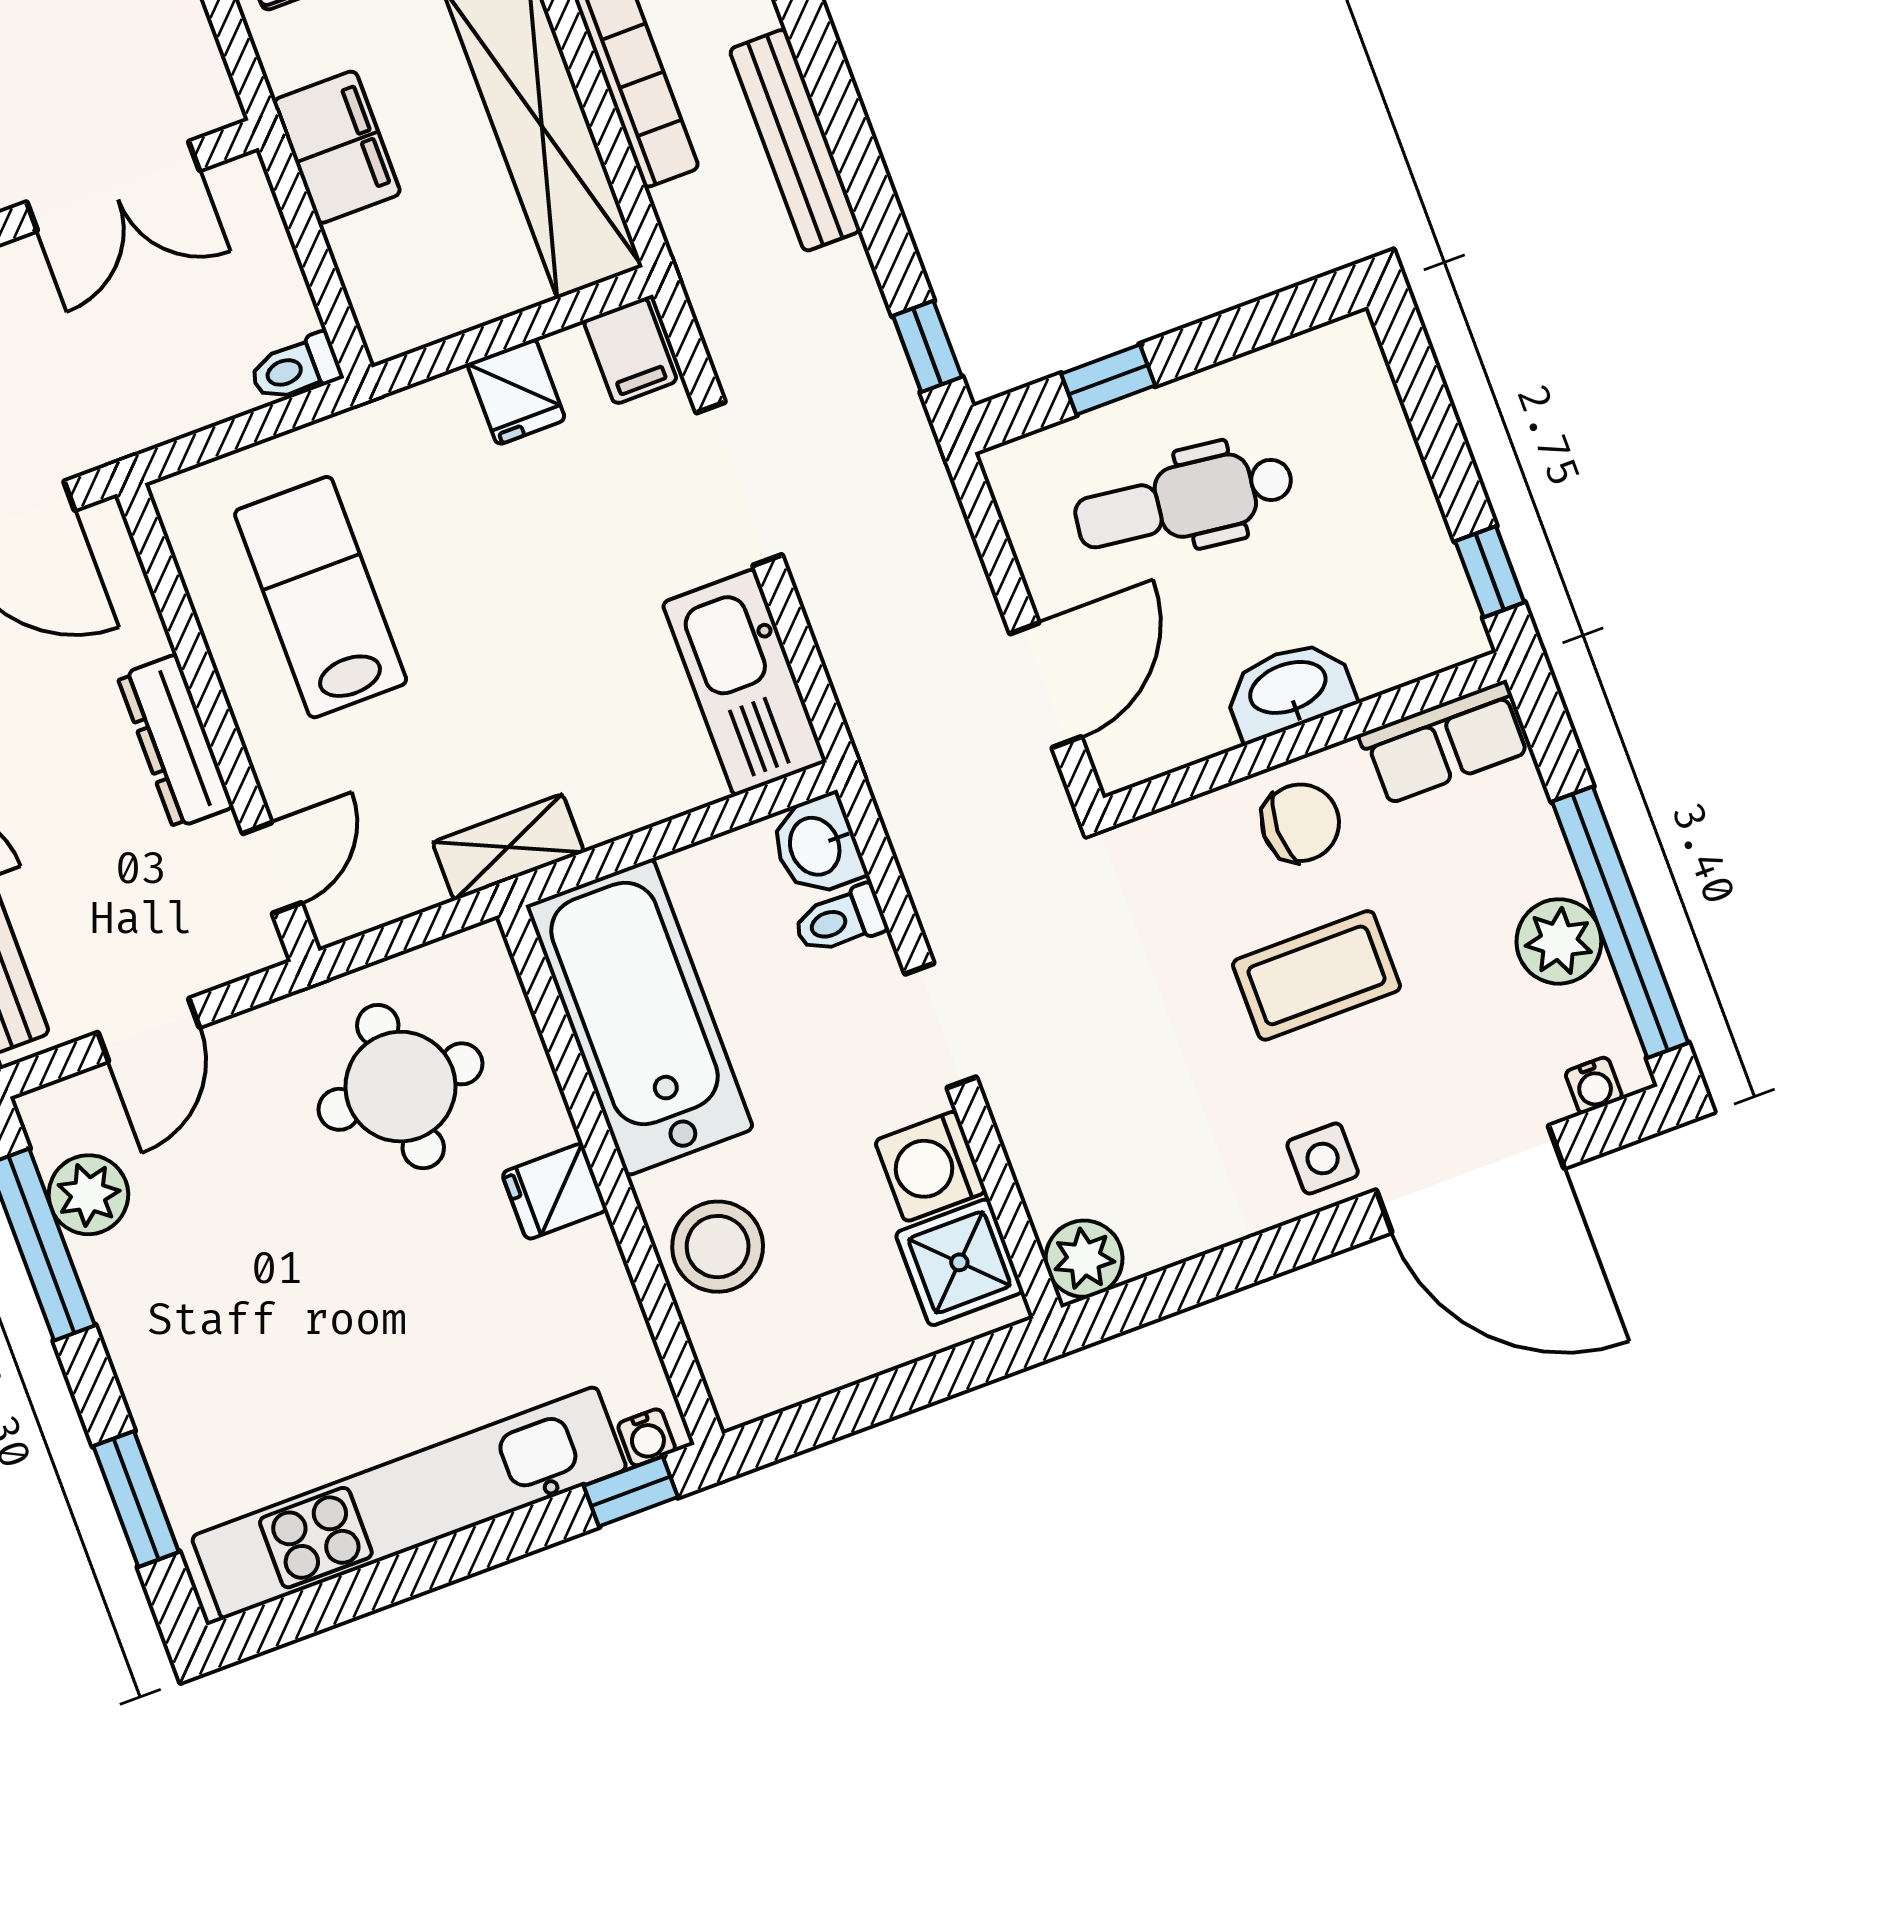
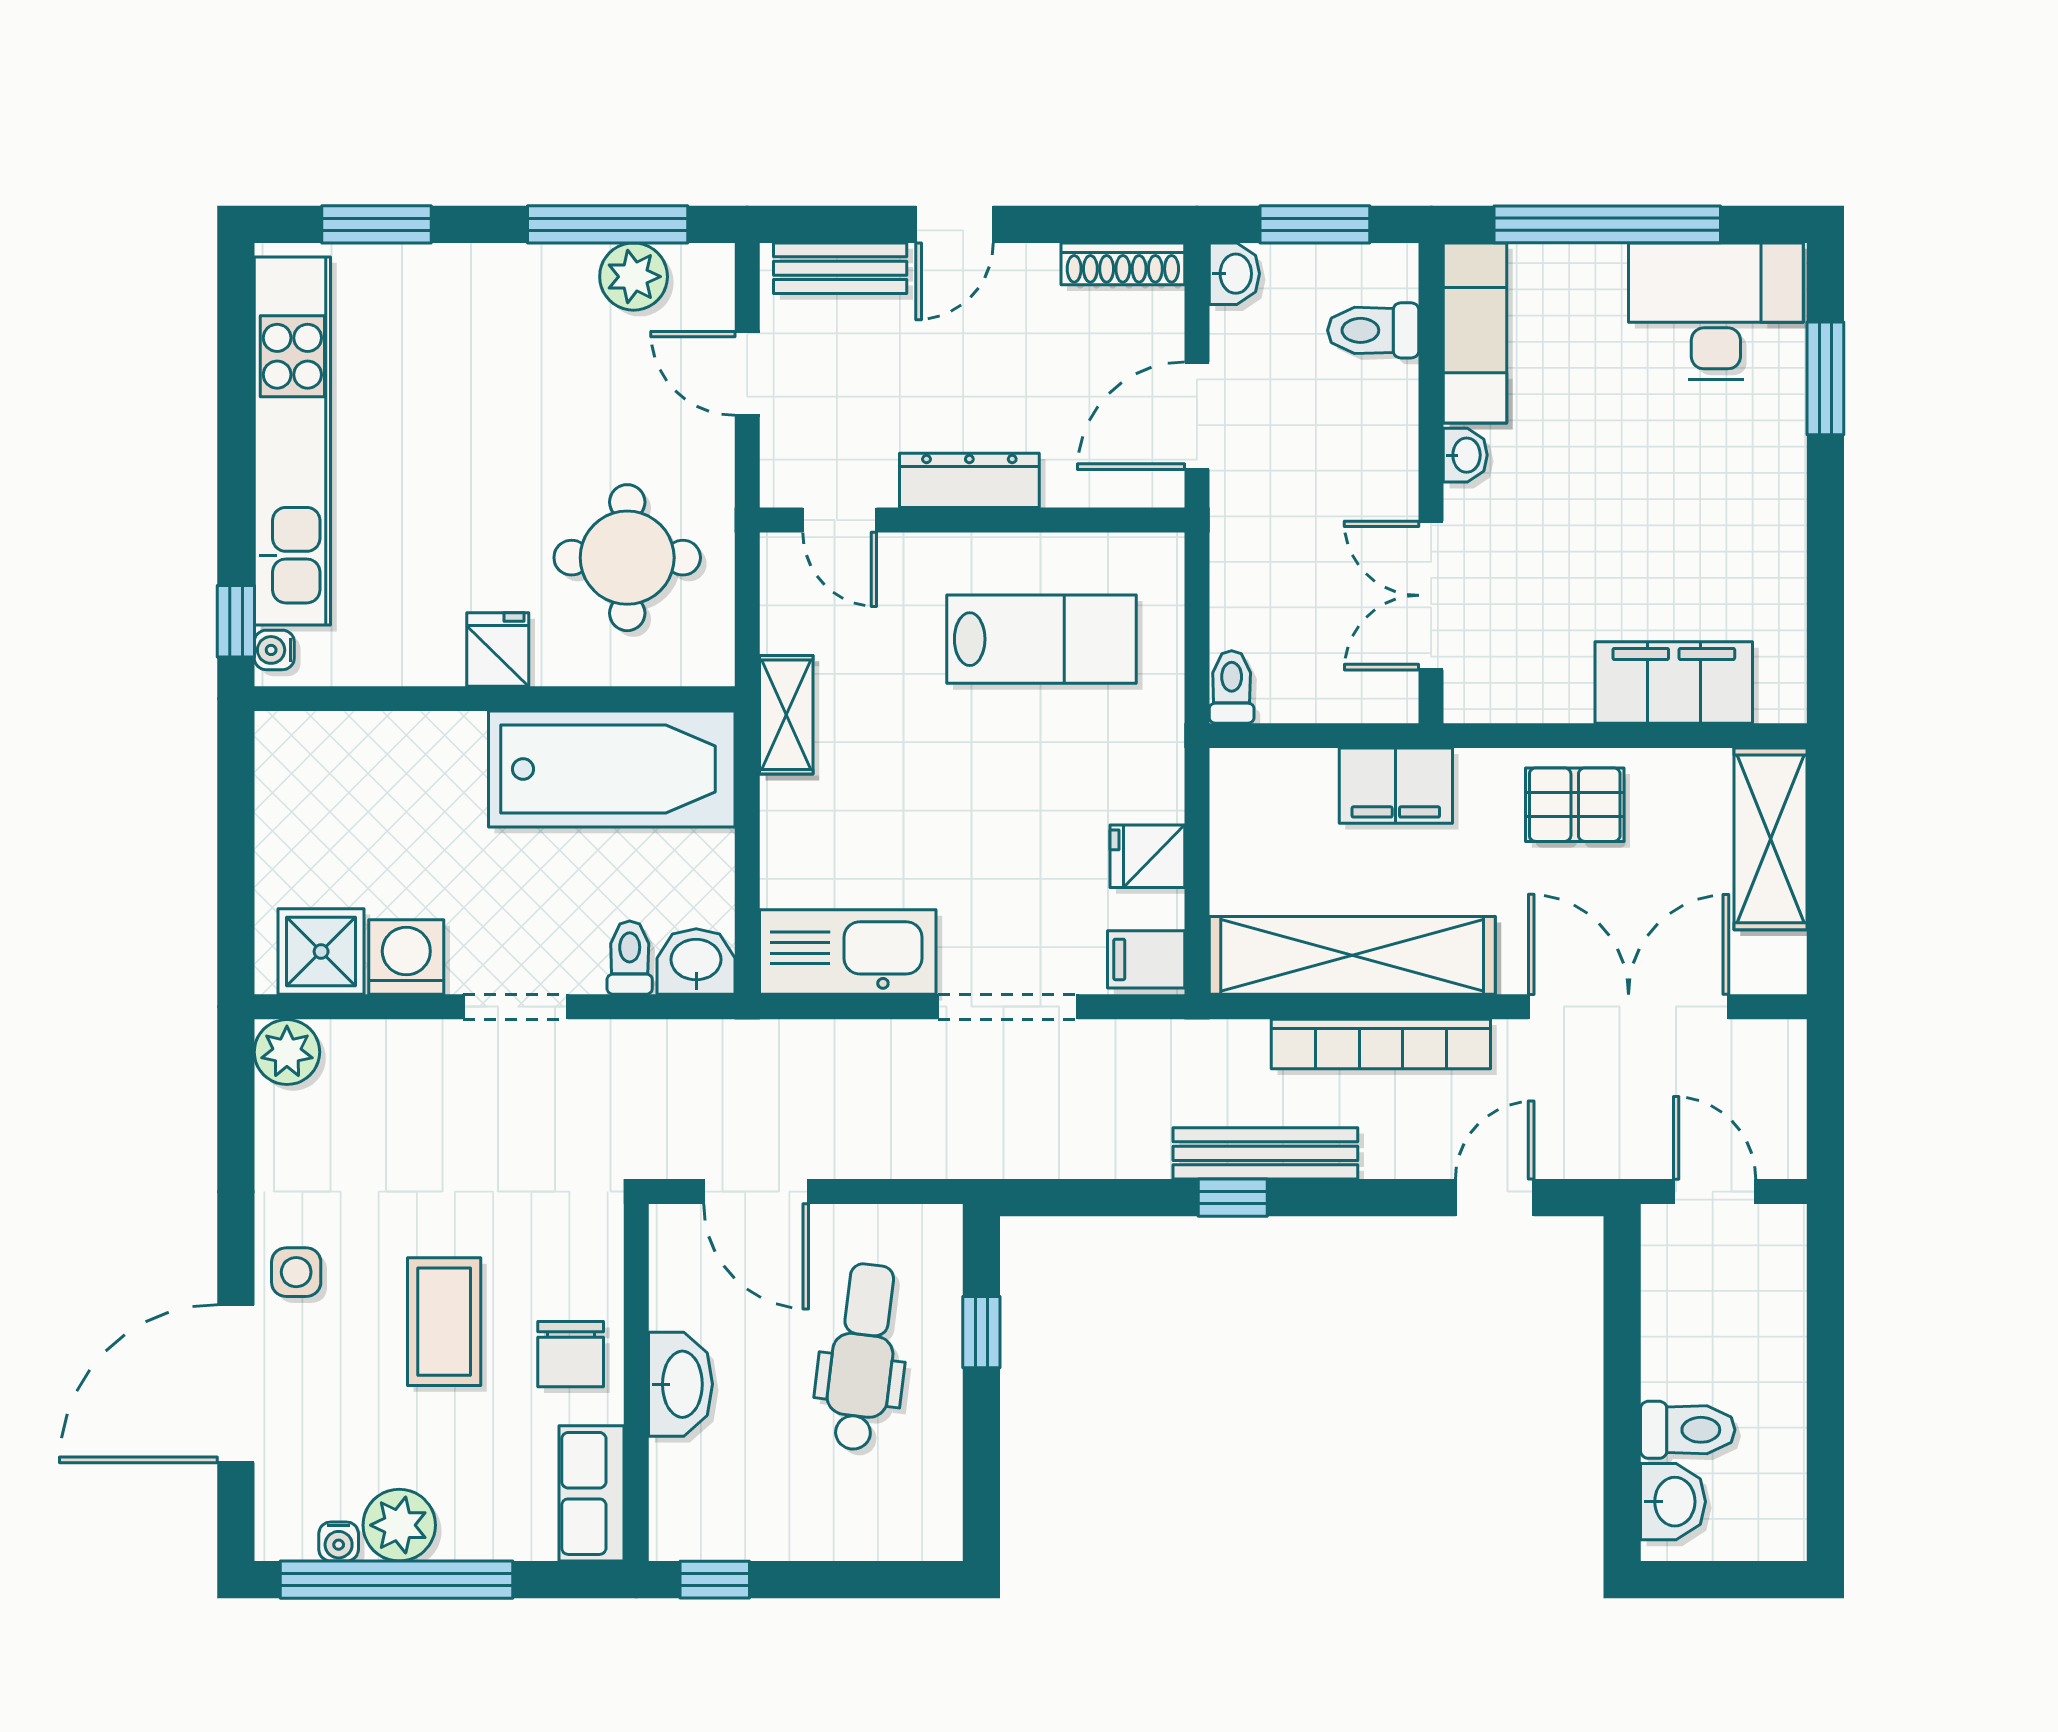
window: (927, 346) -> (1233, 1198), moved
water cooler: (1594, 1085) -> (339, 1542), moved, turned -90
stool: (718, 1247) -> (405, 763), removed

